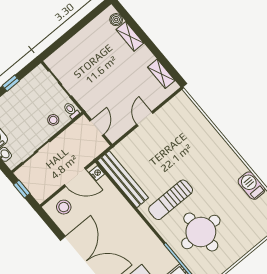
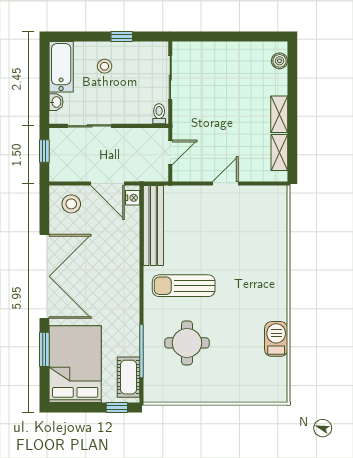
shelving: (130, 36) -> (279, 114), moved
stool: (53, 120) -> (105, 66), moved
round table: (201, 232) -> (187, 343), width x0.73, depth x0.73

